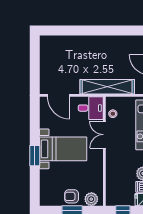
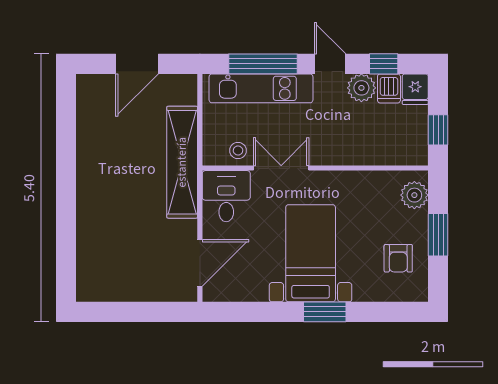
double door: (104, 135) -> (281, 168), swing flipped
armchair: (72, 196) -> (398, 258), moved

